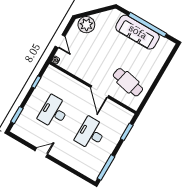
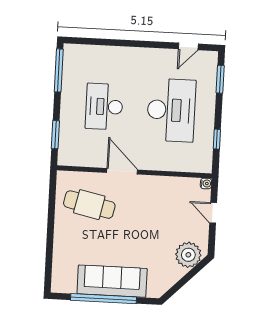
desk: (54, 112) -> (171, 110), width x1.36, depth x1.30
desk: (91, 134) -> (104, 107), turned 180
door: (41, 152) -> (188, 46), moved

